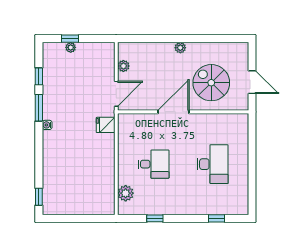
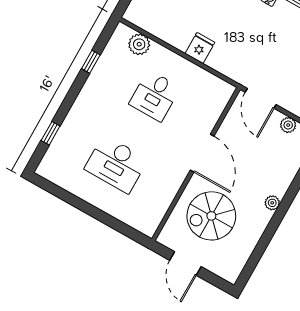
door: (252, 82) -> (185, 264), hinge flipped
spiral stairs: (211, 83) -> (211, 216), turned 180
fridge: (106, 125) -> (200, 48), moved

